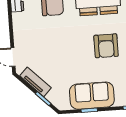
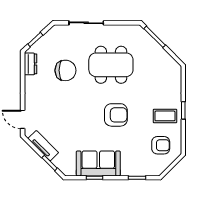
armchair: (106, 46) -> (116, 115), turned -90

